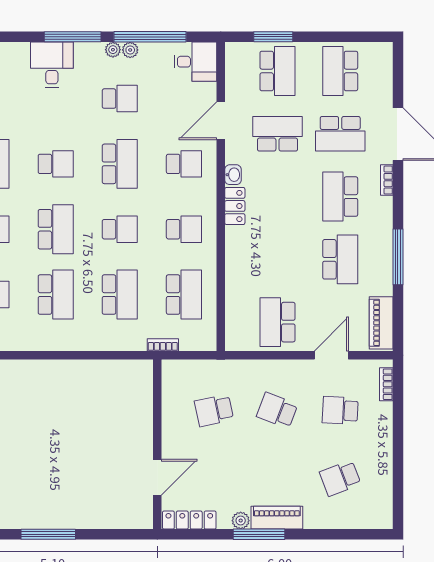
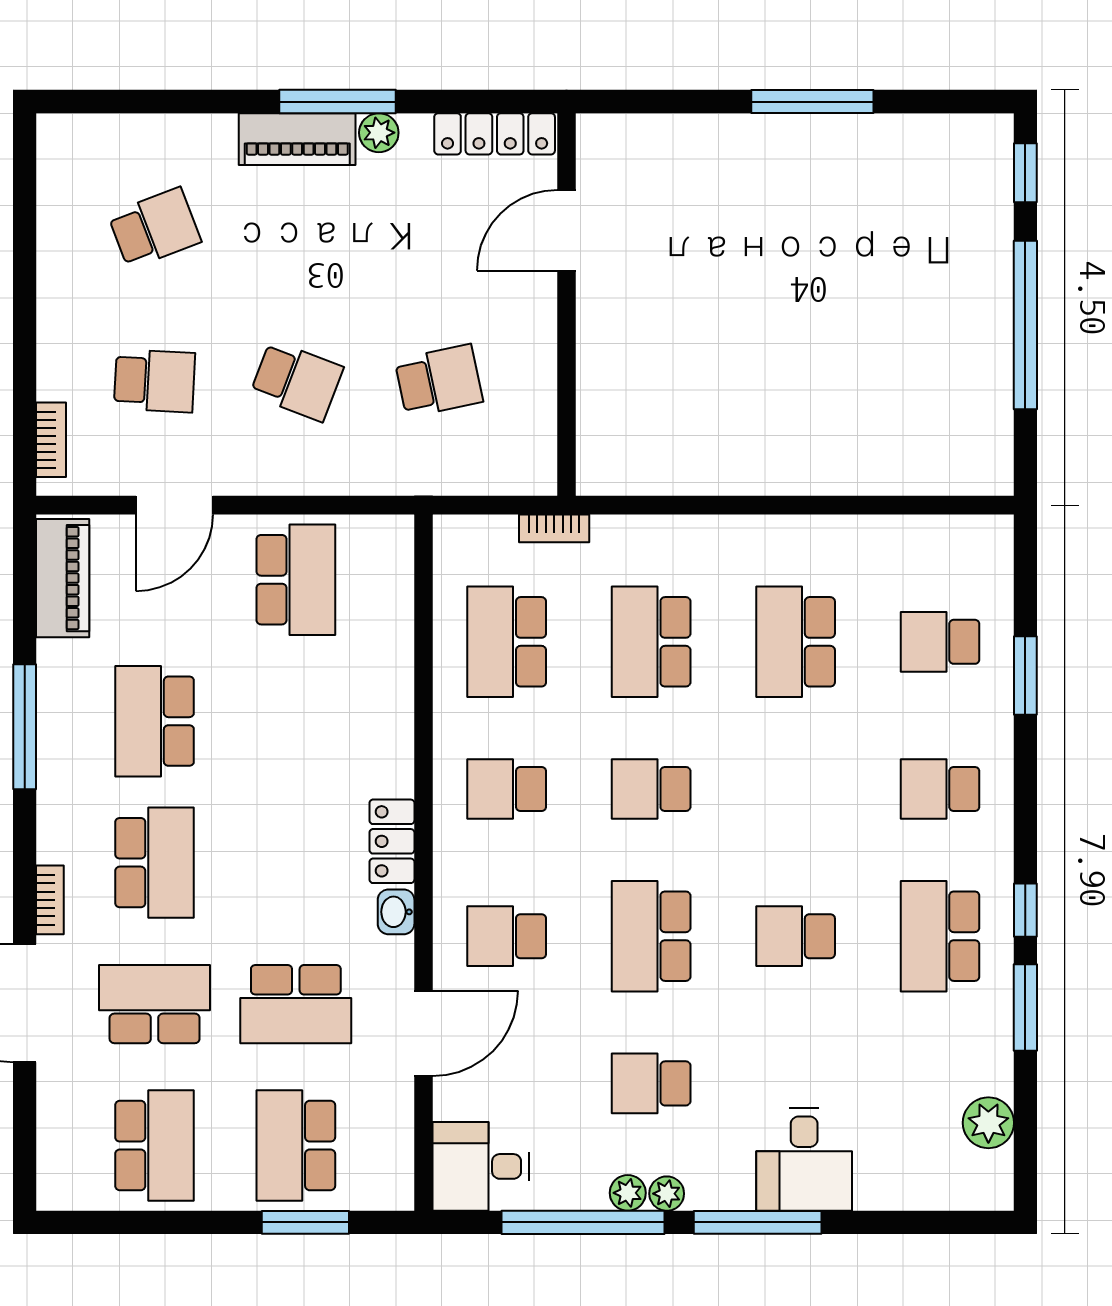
school desk: (56, 229) -> (796, 789), removed

